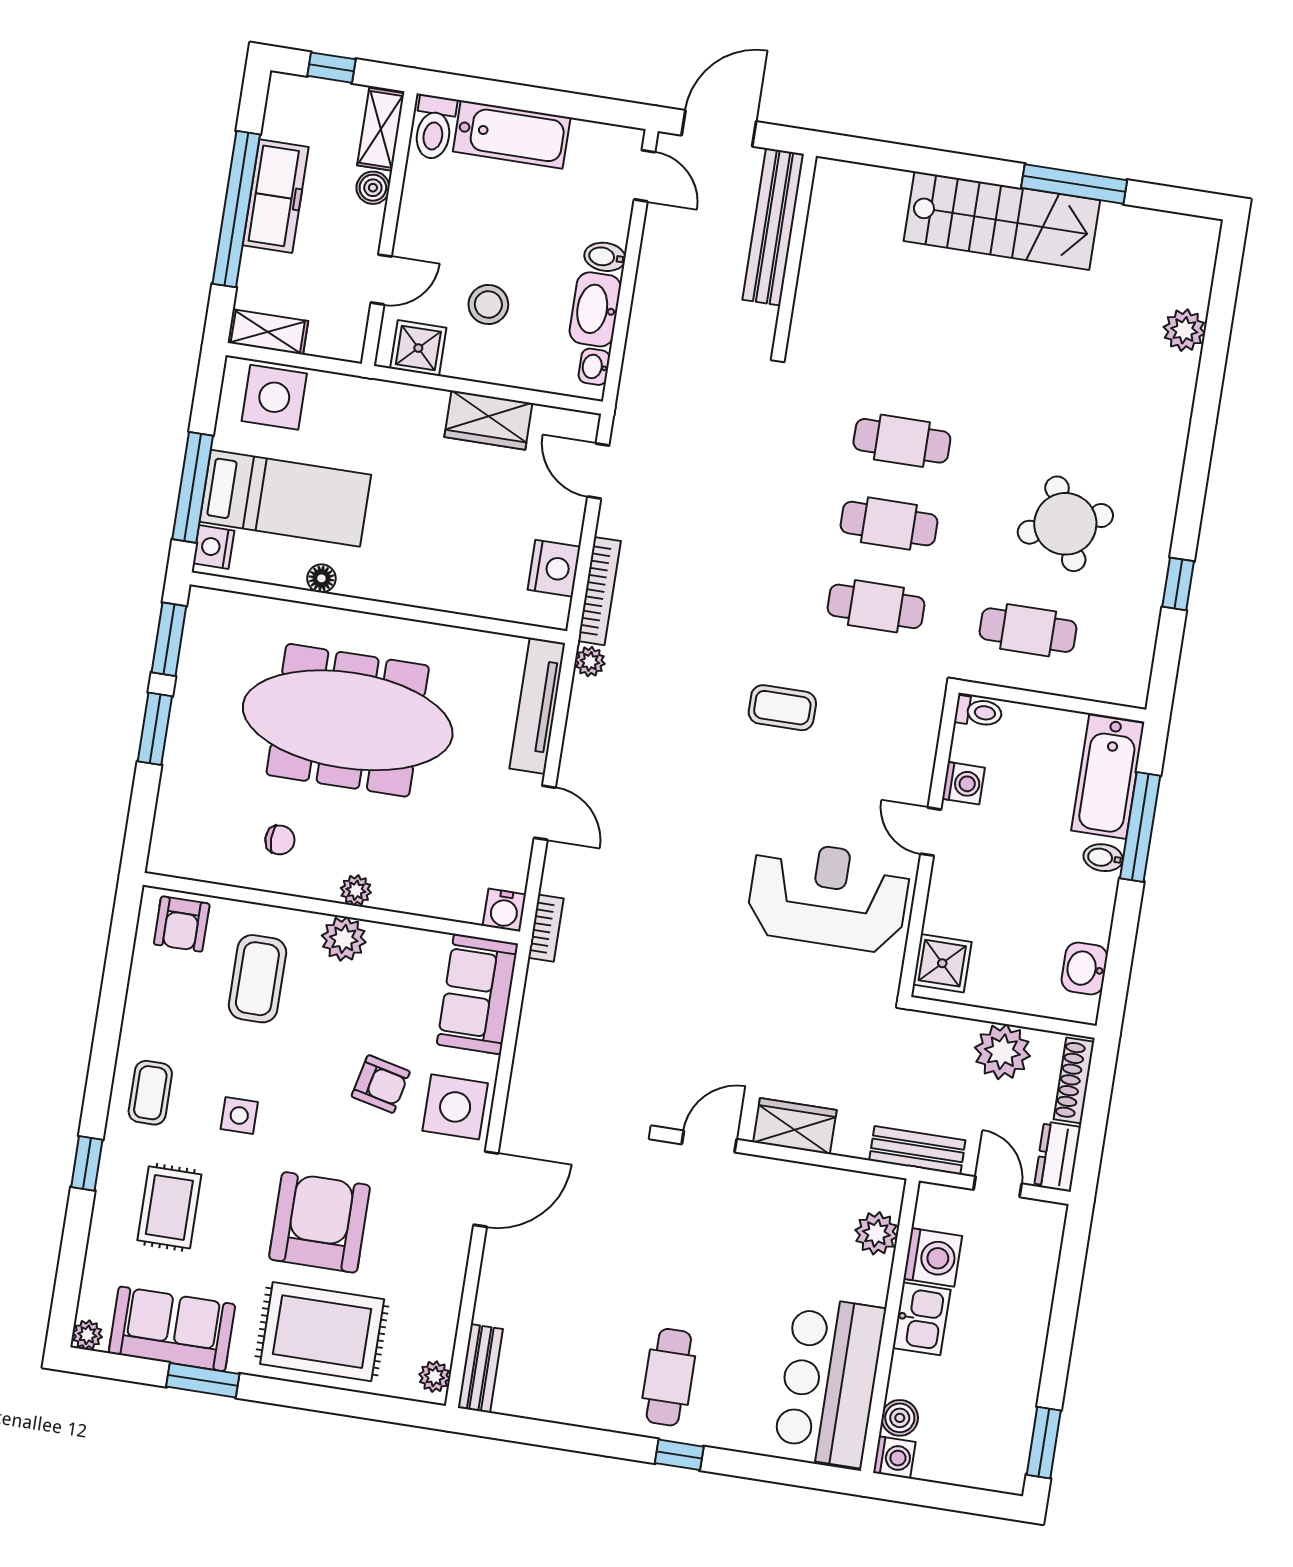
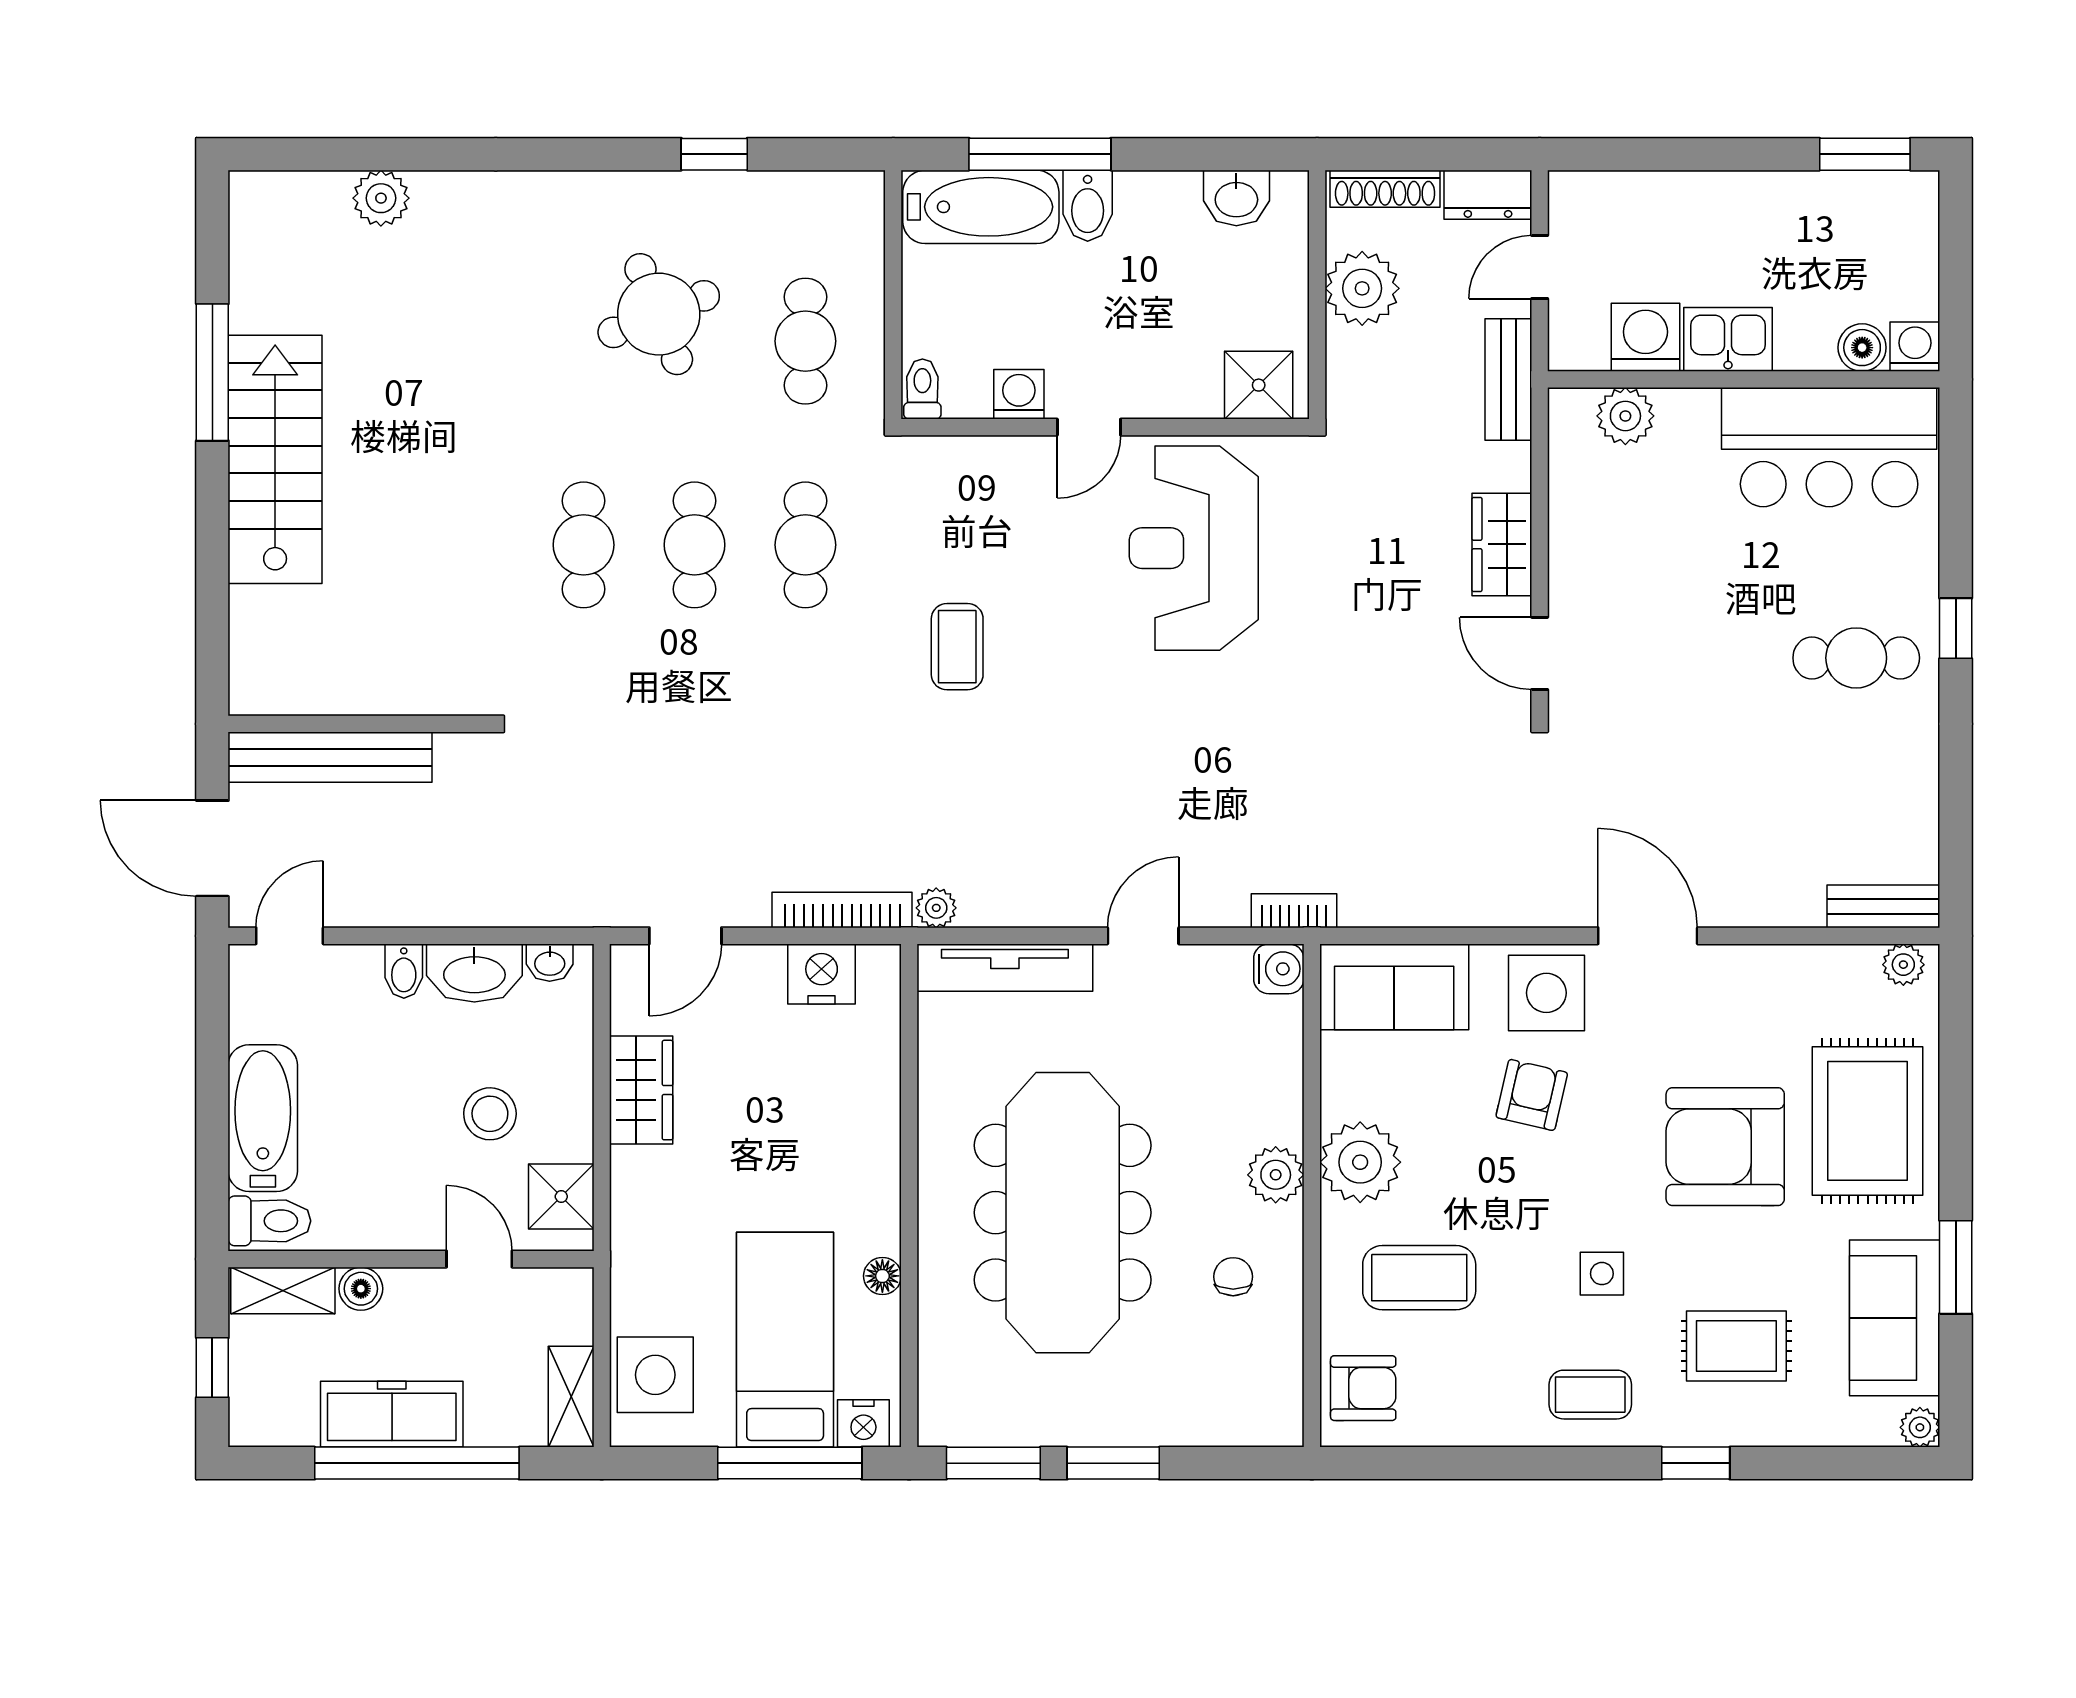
bidet: (1103, 858) -> (1088, 206), width x1.38, depth x1.36
plant: (356, 890) -> (1276, 1175), width x1.38, depth x1.38
plant: (344, 939) -> (1360, 1162), width x1.36, depth x1.36

